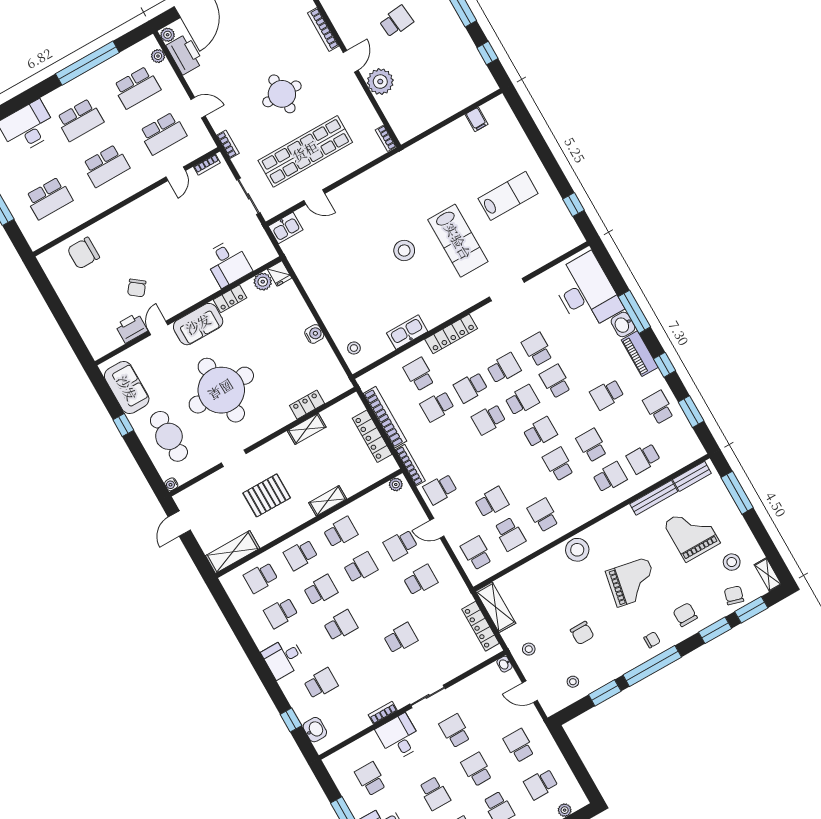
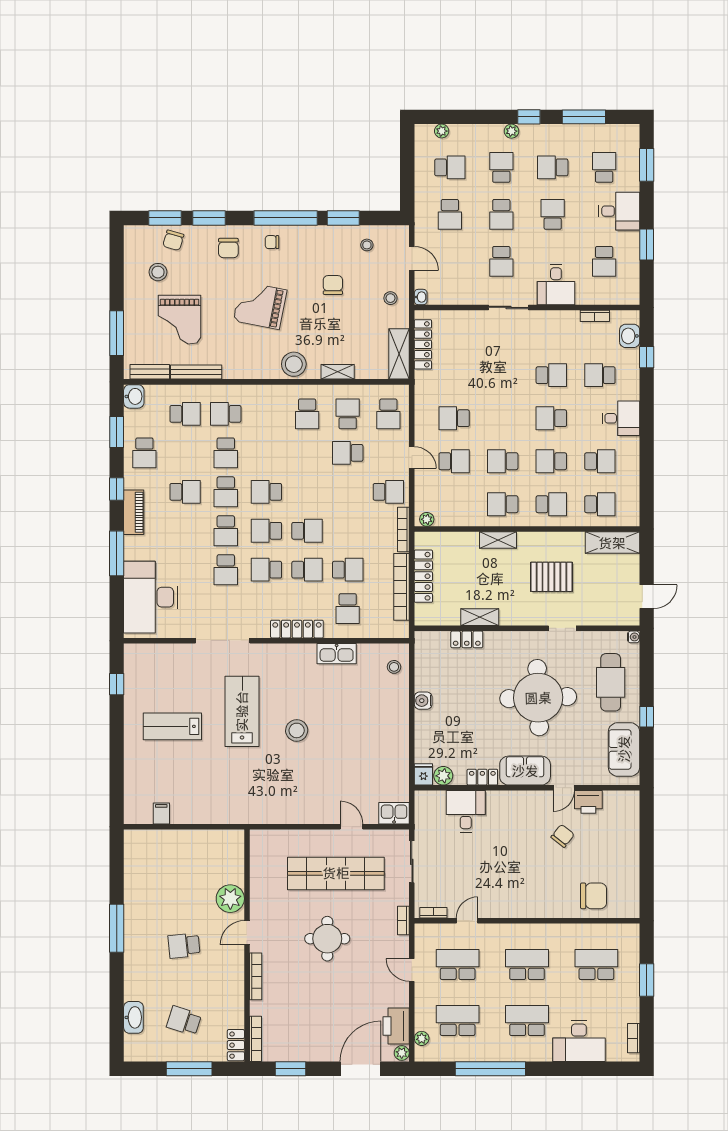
window: (487, 53) -> (117, 869), removed
bookcase: (386, 138) -> (255, 843), removed
doorway: (507, 290) -> (223, 641), width x1.36
washbasin: (623, 324) -> (134, 396), moved
school desk: (558, 464) -> (226, 492), moved
shelving: (768, 575) -> (338, 372), moved, turned 90
school desk: (401, 638) -> (551, 375), moved, turned 180
bookcase: (383, 713) -> (595, 316), moved

